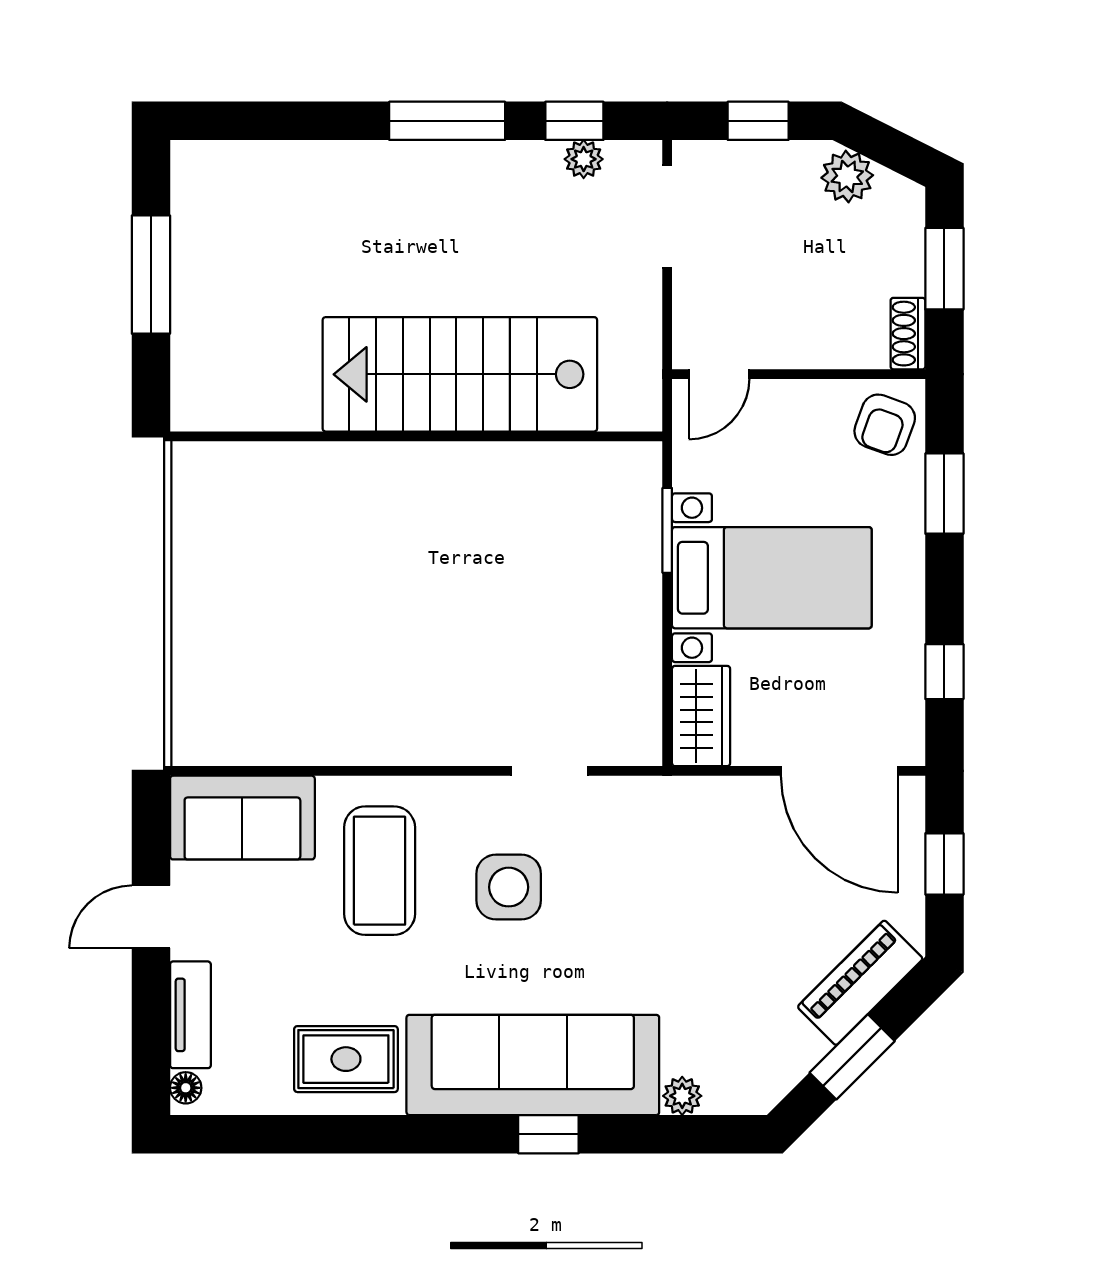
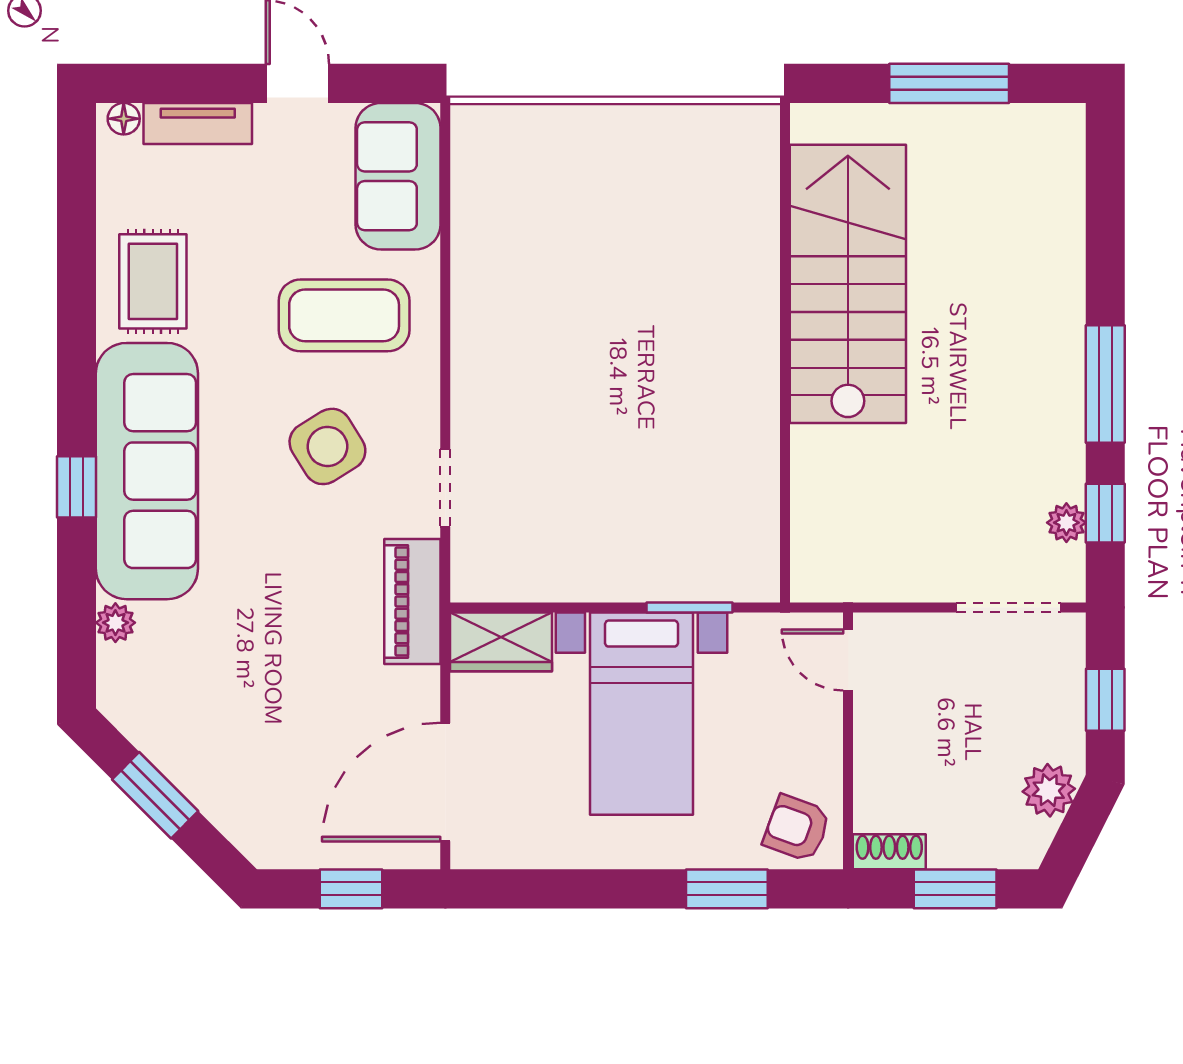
stairs: (460, 374) -> (848, 284), moved
window: (944, 672) -> (546, 889), removed
side table: (509, 887) -> (327, 446), turned -32
piano: (860, 983) -> (412, 602), moved, turned -135

